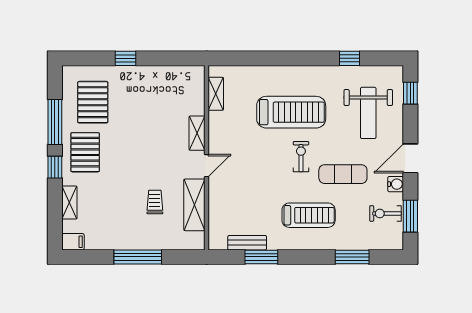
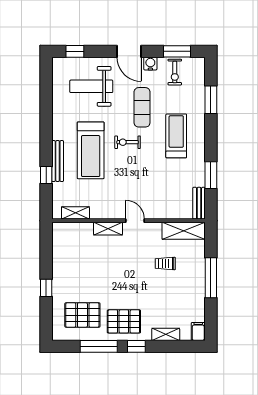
window: (349, 58) -> (46, 175), moved
bench: (278, 72) -> (58, 161), added
treadmill: (291, 112) -> (91, 150), turned 180
weight bench: (368, 113) -> (91, 86), turned 180
shelving: (194, 205) -> (184, 231), moved
bench: (247, 243) -> (199, 203), moved

